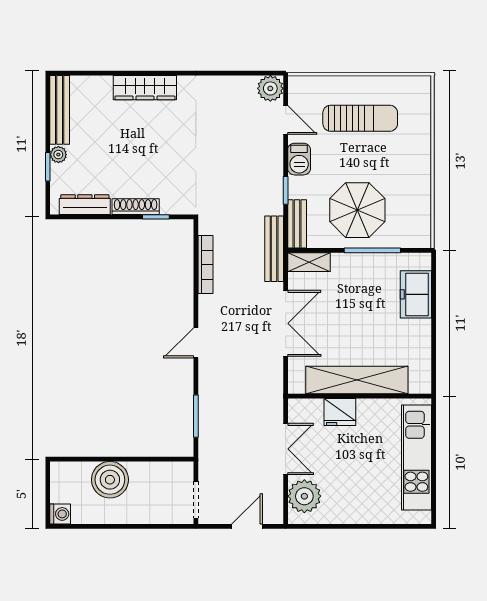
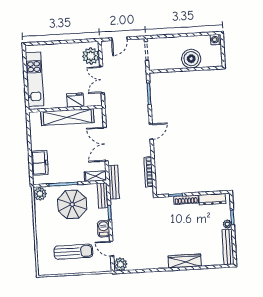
sun lounger: (360, 118) -> (73, 252), turned 180
plant: (419, 234) -> (40, 194), added

